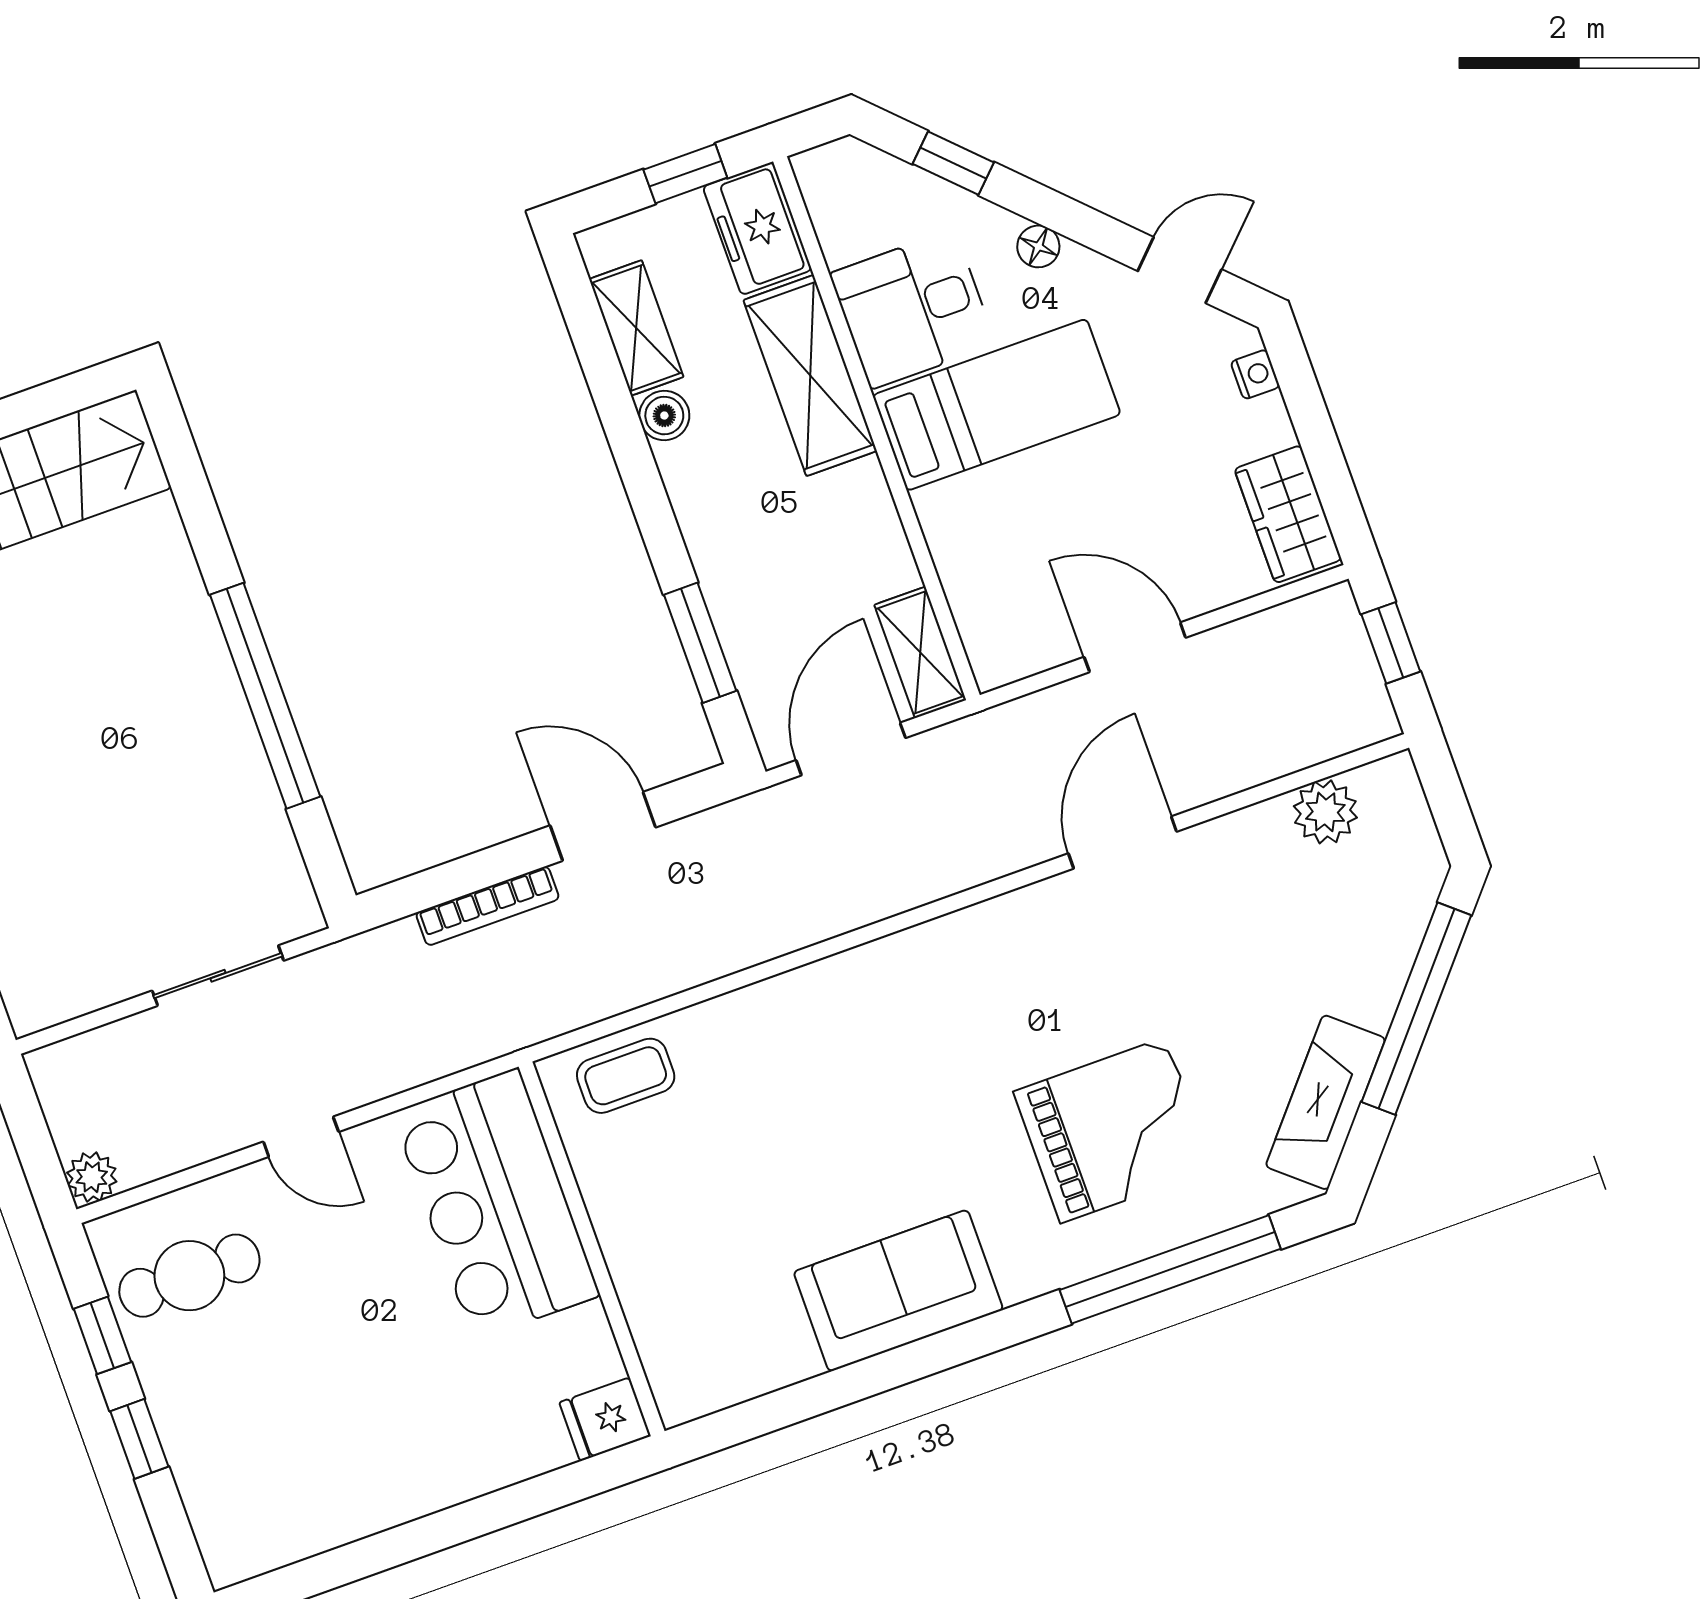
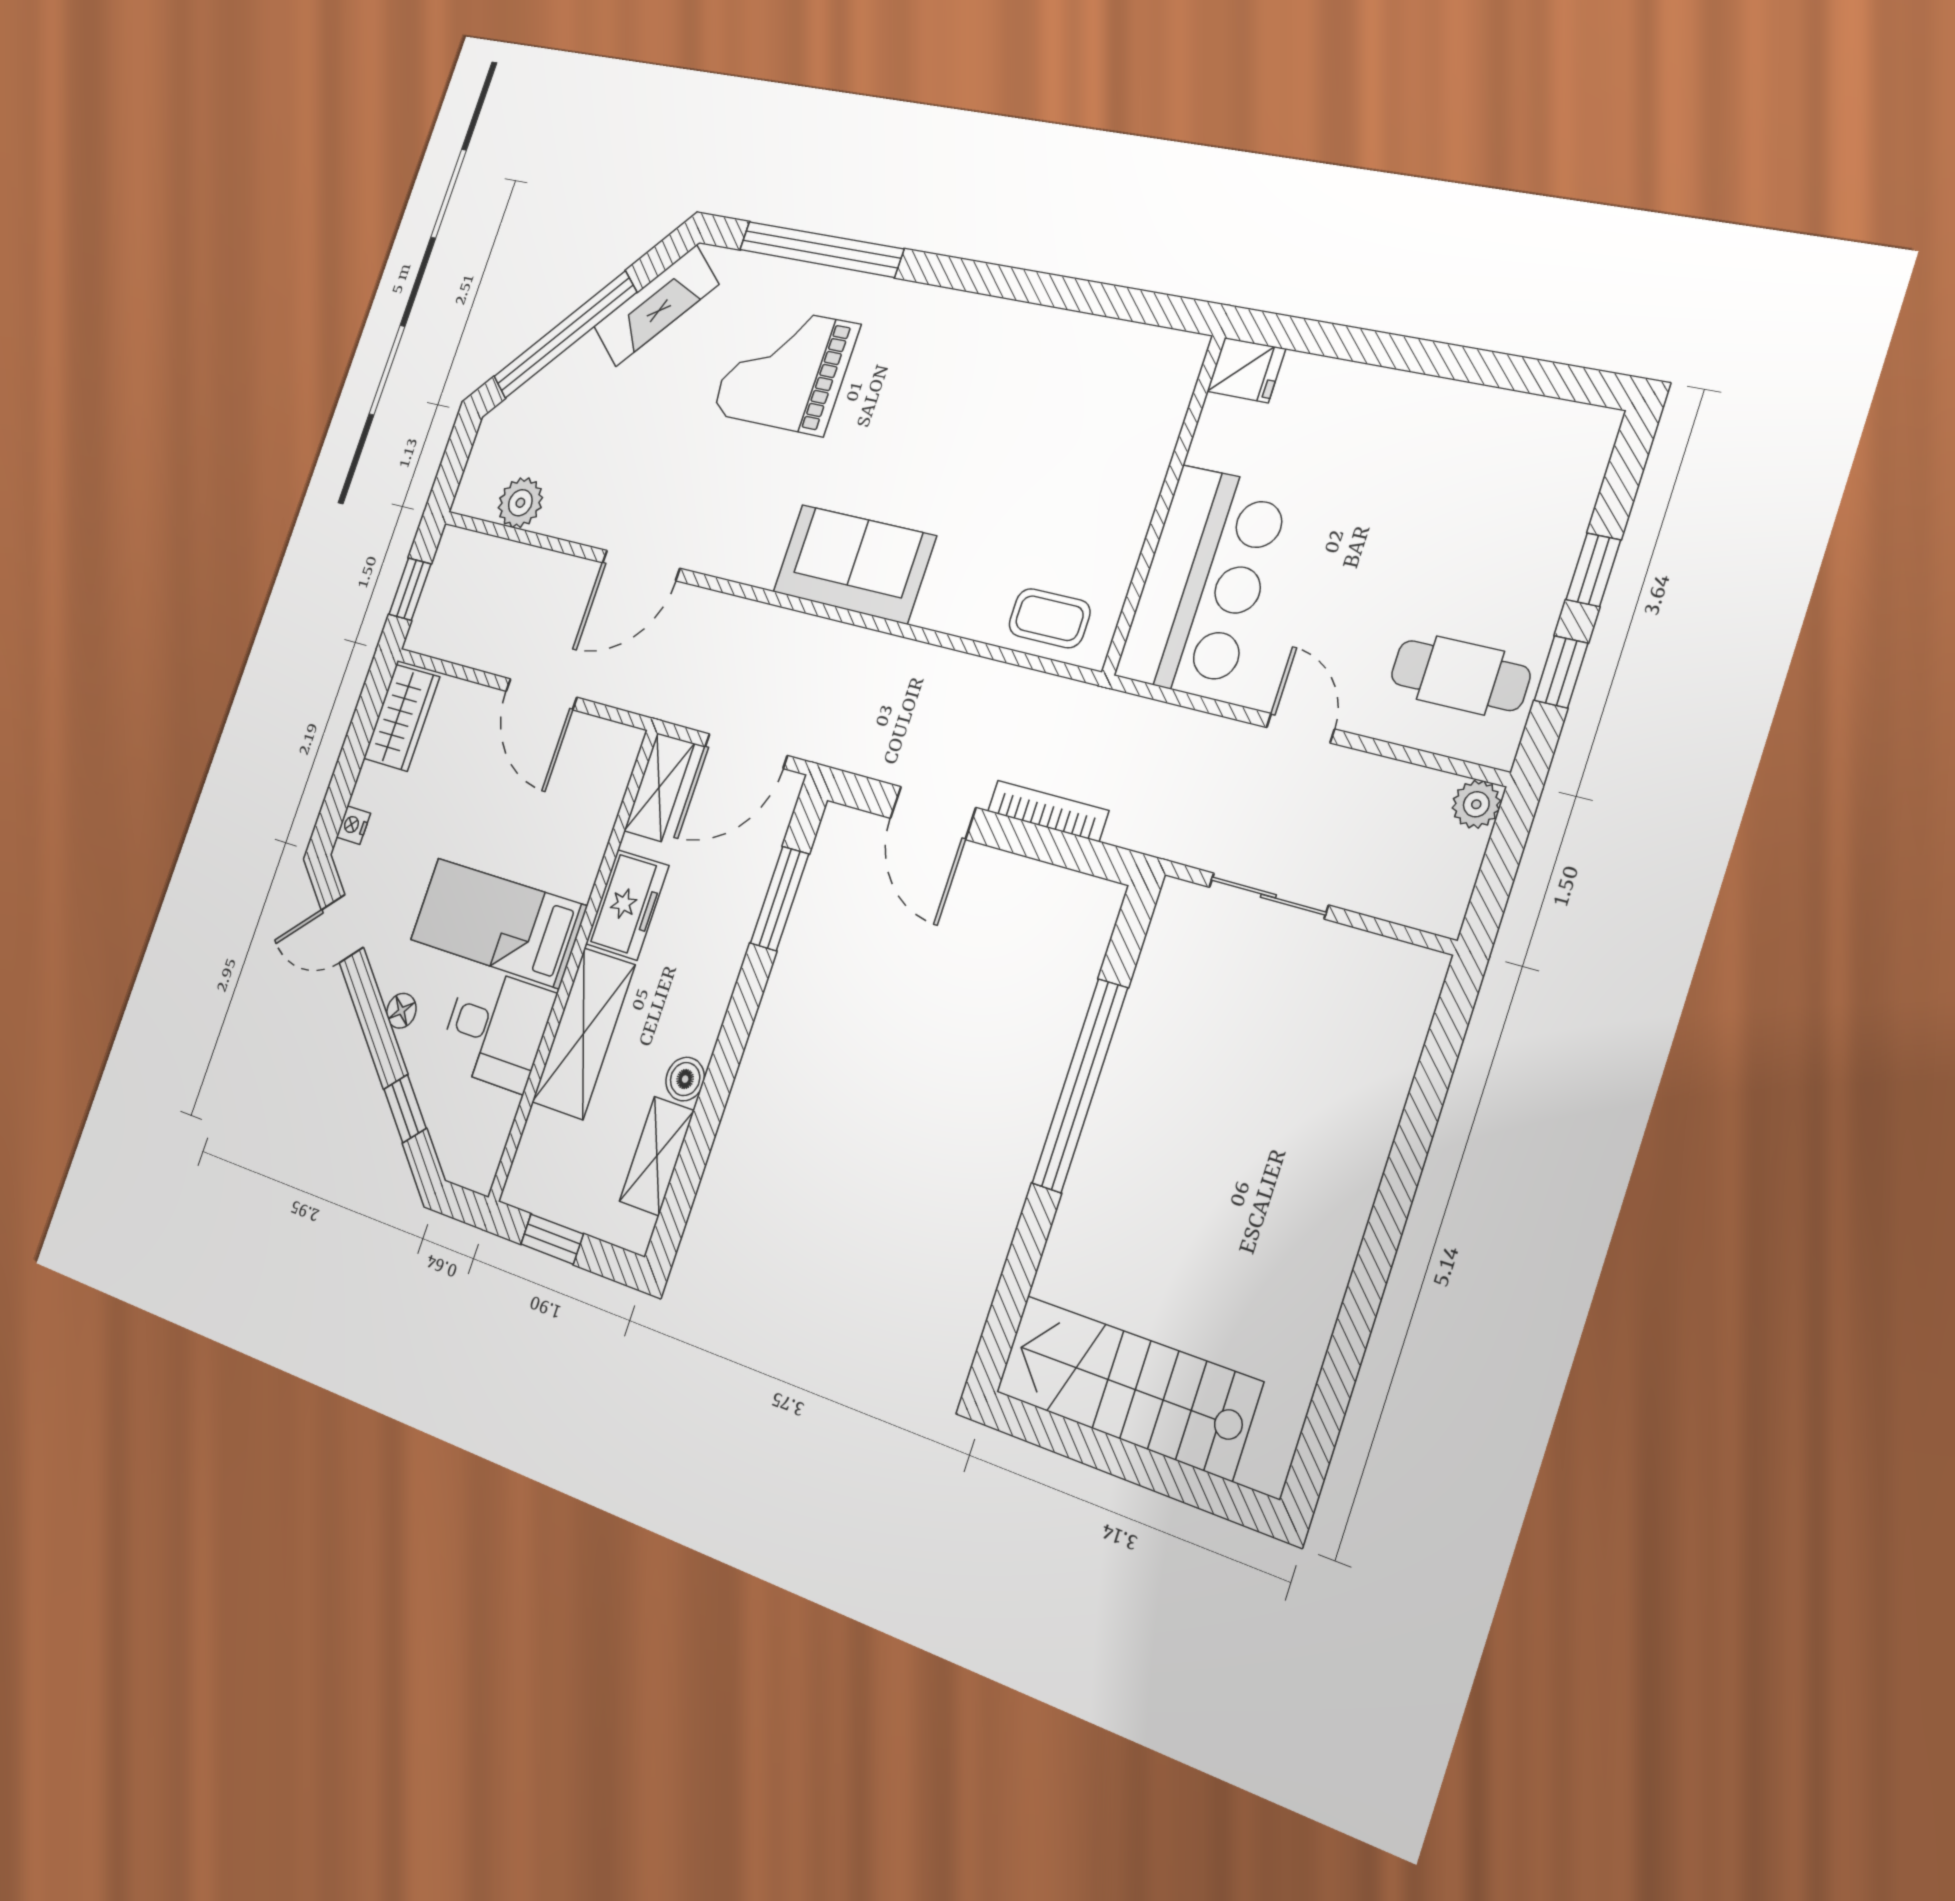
freezer: (757, 228) -> (627, 905), moved
sofa: (898, 1291) -> (854, 564), moved, turned 180

